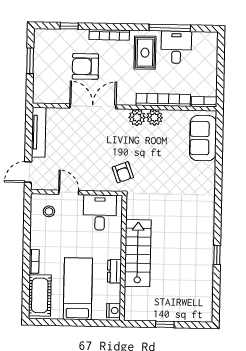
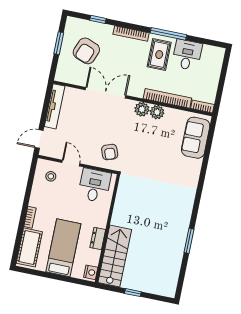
window: (170, 28) -> (168, 34), moved
armchair: (85, 66) -> (86, 51), moved, turned -69
armchair: (123, 172) -> (110, 152), moved
stairs: (138, 253) -> (115, 256), moved
window: (217, 255) -> (189, 241), width x1.50

